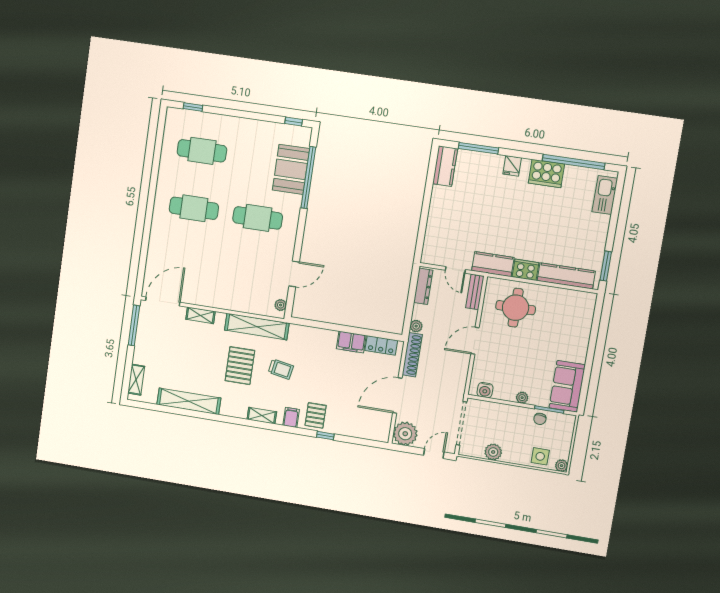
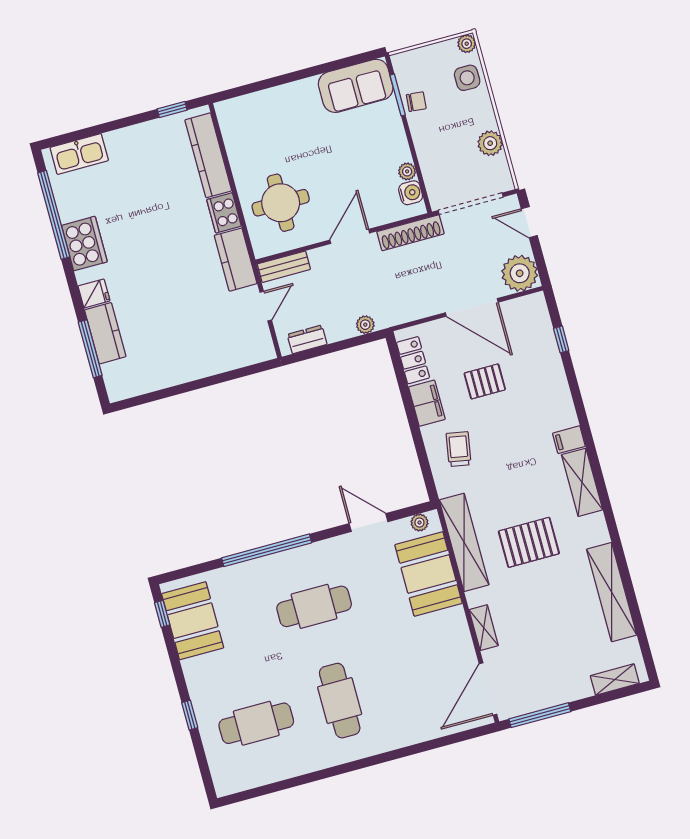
window: (193, 107) -> (190, 715), moved
cafe table: (202, 151) -> (256, 723), turned 90
kitchen counter: (445, 166) -> (105, 333), moved, turned 90
booth: (291, 169) -> (193, 621), moved, turned 90
window: (308, 178) -> (267, 550), moved
cafe table: (258, 218) -> (314, 606), turned 90
window: (606, 266) -> (172, 109), width x0.67
dresser: (423, 286) -> (307, 339), width x0.70
booth: (247, 297) -> (429, 574), added
door: (163, 301) -> (488, 689), hinge flipped
door: (475, 341) -> (350, 236), swing flipped
shoe rack: (412, 355) -> (410, 233), moved, turned 180
trolley: (281, 369) -> (459, 449), moved
plant: (522, 398) -> (407, 171), moved
pallet: (316, 415) -> (485, 381), moved
shelving: (262, 416) -> (582, 482), width x1.50, depth x1.33
window: (325, 436) -> (561, 339), moved

